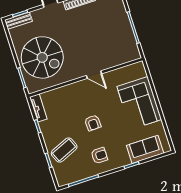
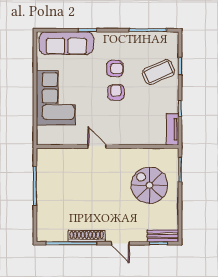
spiral stairs: (42, 57) -> (149, 185), width x0.73, depth x0.73
sofa: (145, 149) -> (66, 43), width x1.36
armchair: (99, 156) -> (115, 68), moved, turned 180

